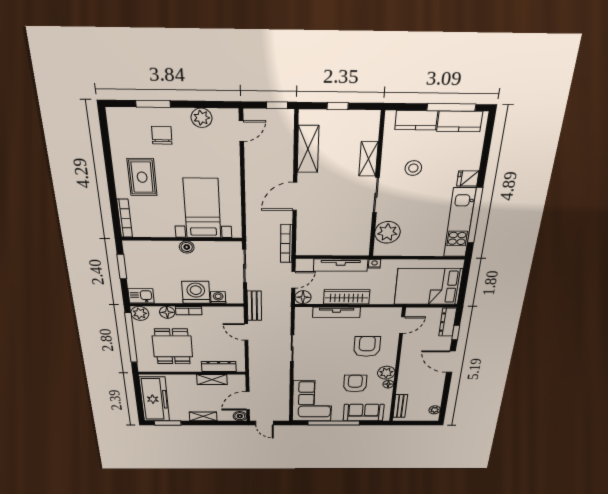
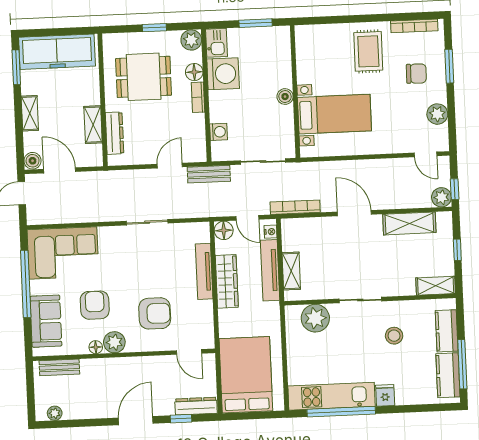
plant: (284, 118) -> (441, 197), added
shelving: (368, 159) -> (436, 286), moved
rug: (142, 177) -> (368, 51), turned 90
bookcase: (125, 218) -> (414, 26), moved
shelving: (343, 249) -> (291, 271), added
nightstand: (375, 264) -> (271, 232), moved
washing machine: (196, 292) -> (223, 74), moved
window: (131, 338) -> (154, 28), width x0.32
armchair: (355, 384) -> (95, 305), turned -90

